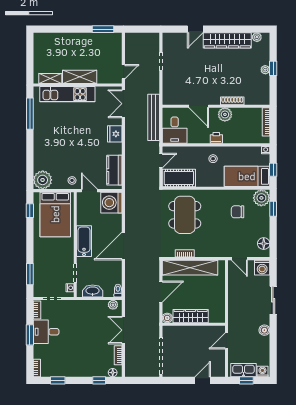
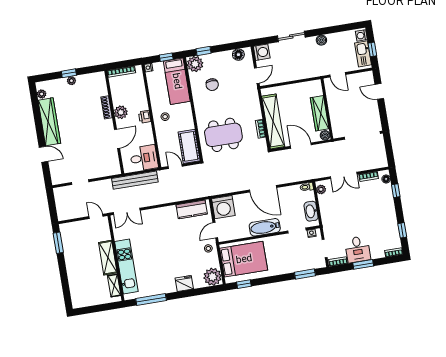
fridge: (115, 134) -> (184, 283), moved, turned 180

